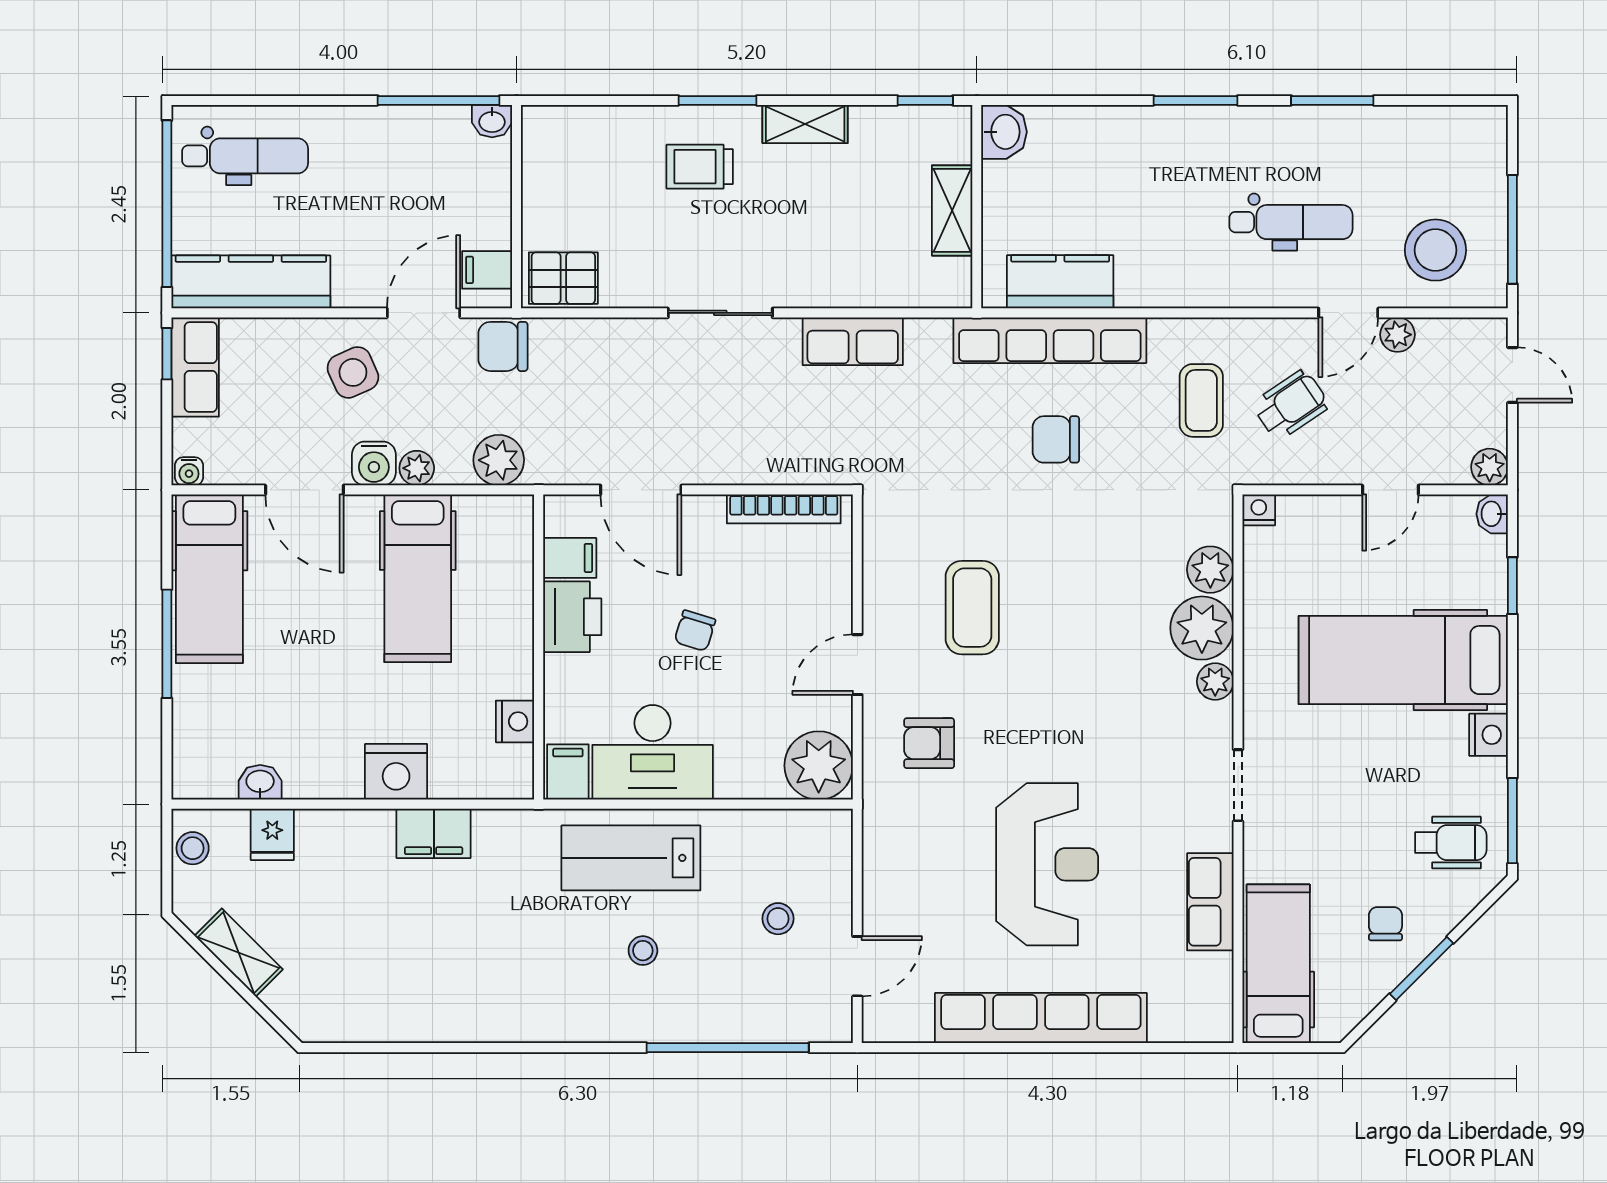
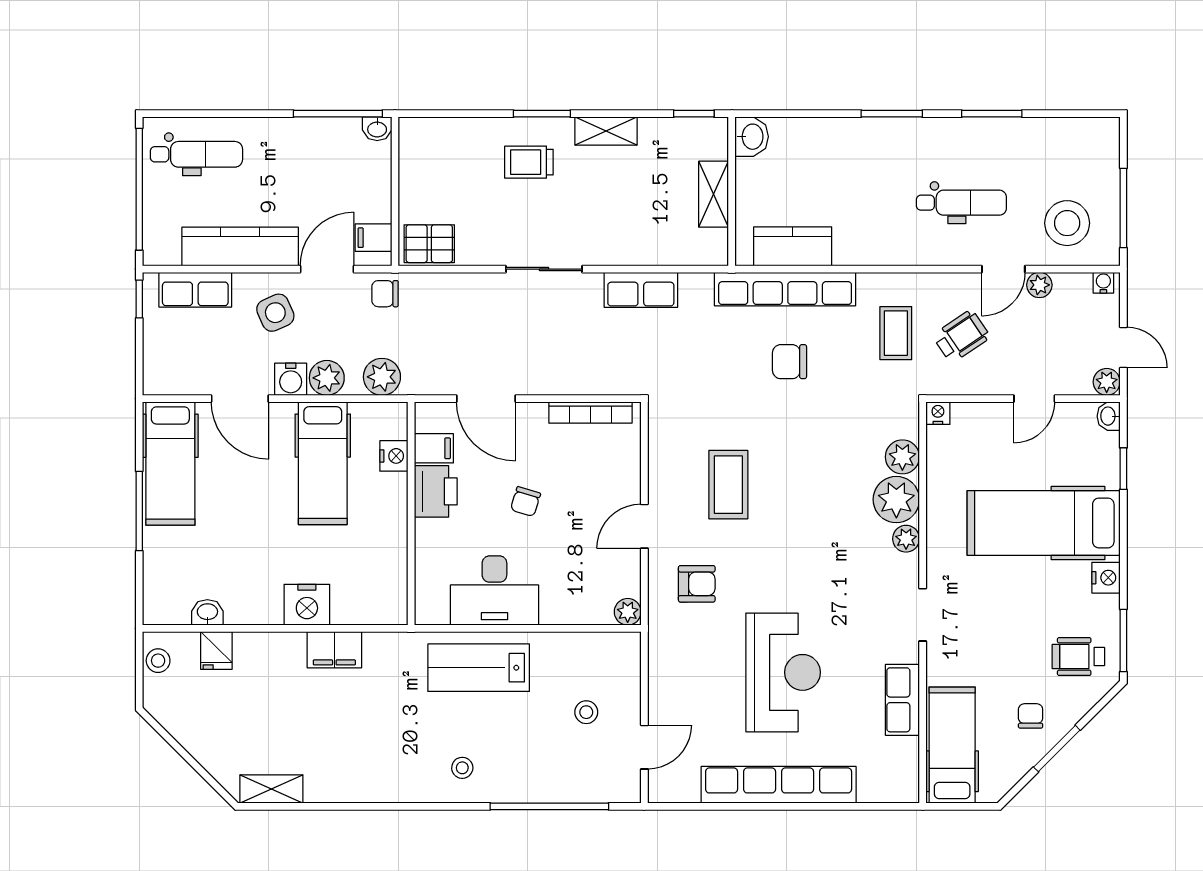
kitchen counter: (251, 282) -> (240, 246), moved
chair: (503, 346) -> (385, 294), width x0.73, depth x0.73
row of seats: (195, 367) -> (195, 290), moved, turned 90
door: (1512, 375) -> (1123, 348), moved
plant: (417, 468) -> (327, 378), width x1.38, depth x1.38
water cooler: (189, 471) -> (1103, 283), moved, turned 180
nightstand: (515, 721) -> (394, 456), moved
armchair: (929, 743) -> (697, 584), turned 180
plant: (819, 766) -> (628, 612), width x0.53, depth x0.53
filing cabinet: (568, 772) -> (433, 605), removed
wheelchair: (1451, 843) -> (1078, 657), turned 180
stool: (643, 951) -> (462, 768), moved
shelving: (239, 953) -> (271, 789), moved, turned -45

